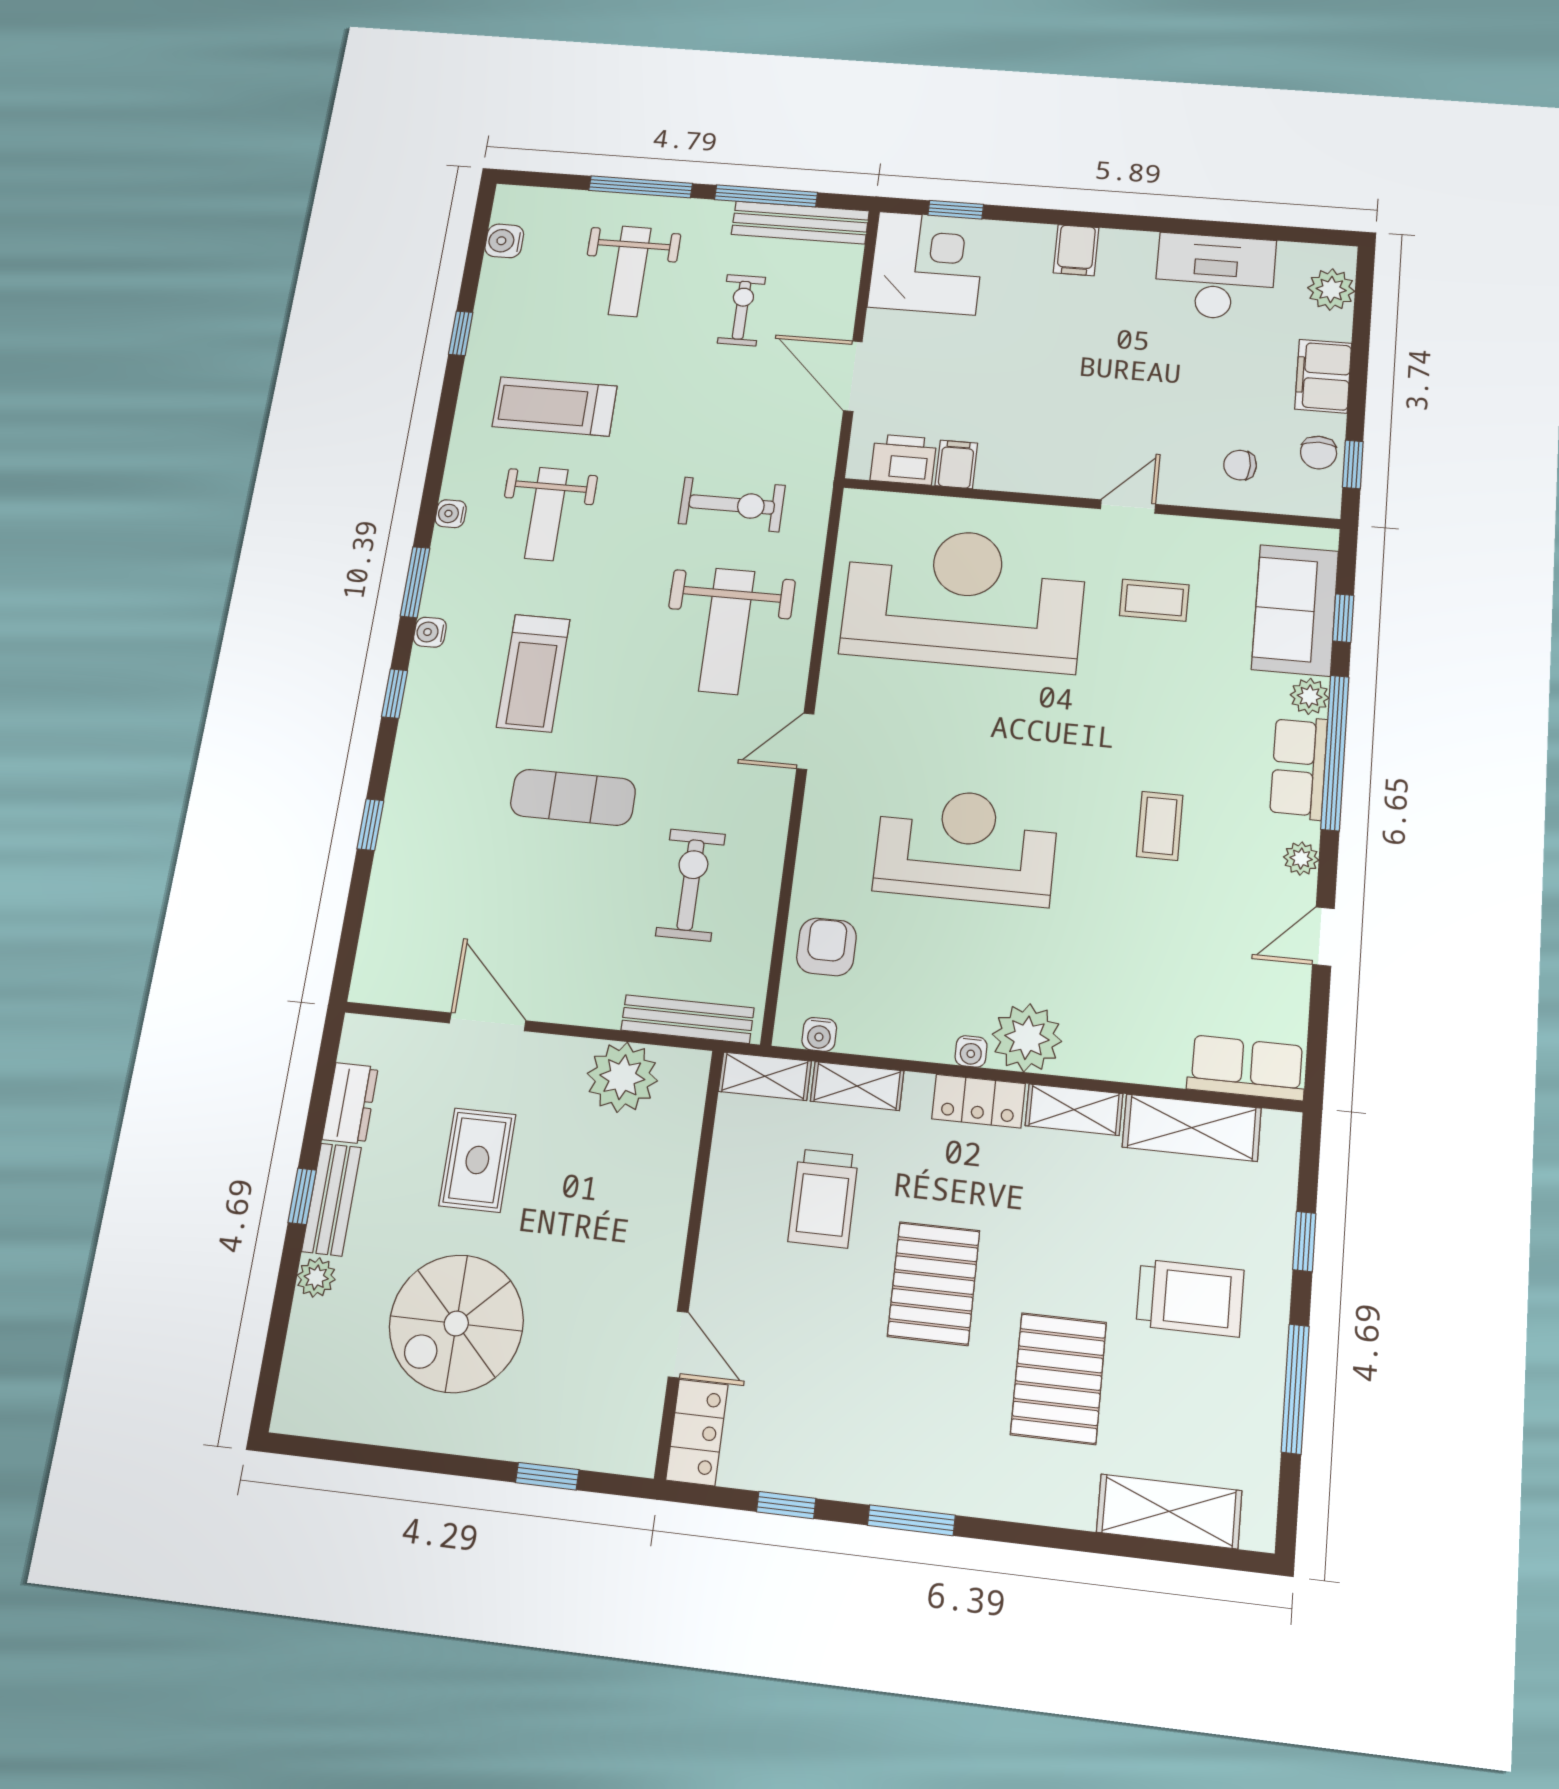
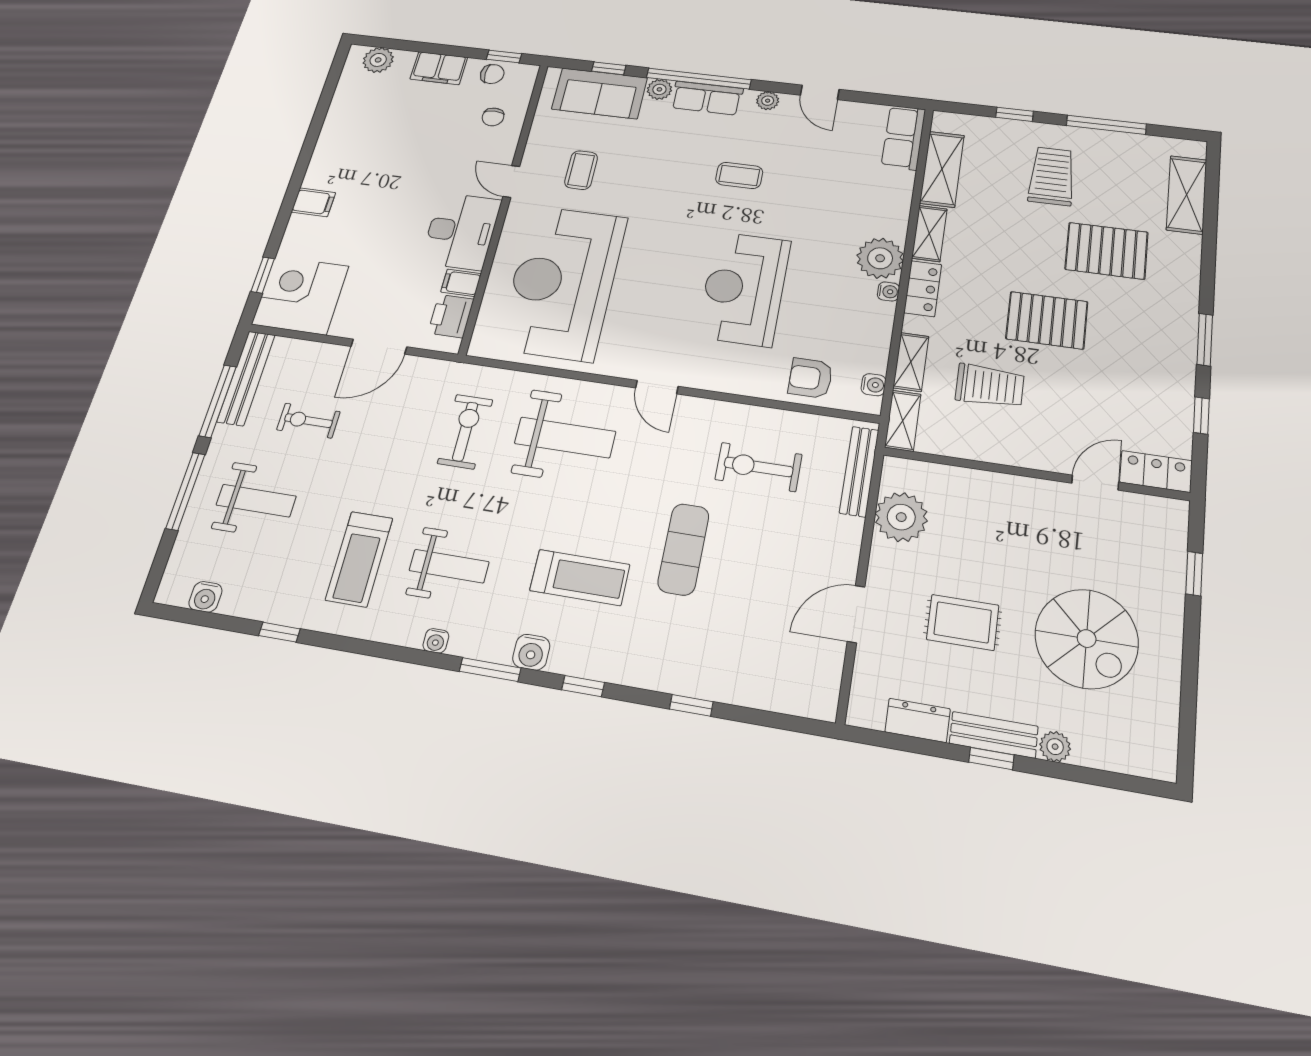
desk: (1215, 277) -> (461, 231), moved, turned 180
water cooler: (430, 632) -> (531, 652), width x1.38, depth x1.38

